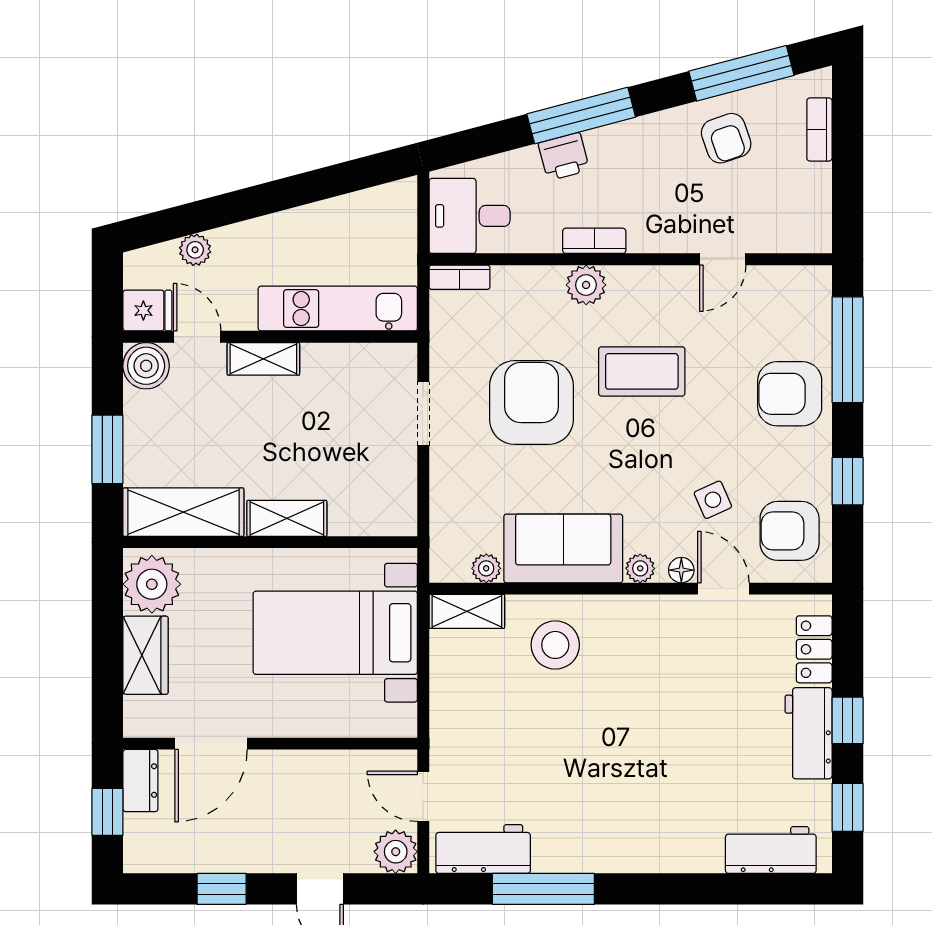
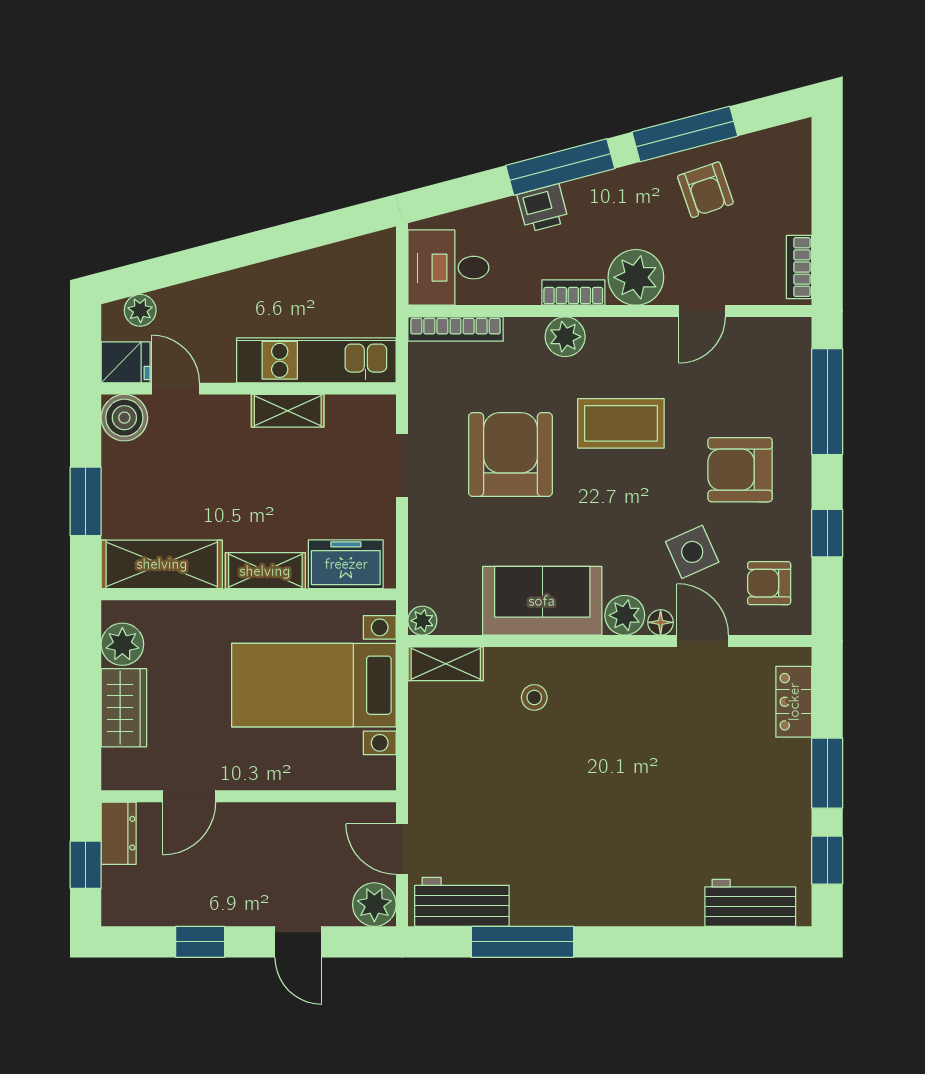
window: (741, 73) -> (685, 134), moved
bookcase: (819, 130) -> (799, 267), moved
plant: (657, 226) -> (636, 277), added
plant: (195, 250) -> (140, 310), moved
bookcase: (460, 277) -> (455, 329), width x1.56
shelving: (263, 359) -> (288, 411), moved
armchair: (790, 394) -> (740, 470), moved
side table: (713, 500) -> (692, 552), width x1.37, depth x1.37
freezer: (367, 512) -> (346, 564), added
armchair: (790, 531) -> (769, 583), width x0.72, depth x0.72
plant: (486, 568) -> (422, 621), moved
plant: (640, 568) -> (625, 615), width x1.38, depth x1.38
plant: (152, 584) -> (122, 644), width x0.73, depth x0.73
stool: (555, 645) -> (534, 697), width x0.53, depth x0.53
window: (848, 720) -> (827, 773), width x1.50
workbench: (809, 733) -> (788, 786), removed
door: (211, 744) -> (189, 796), width x0.73

